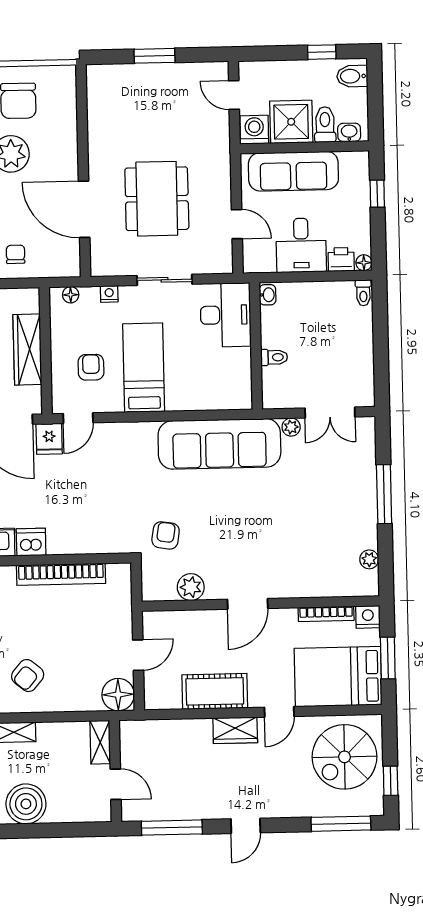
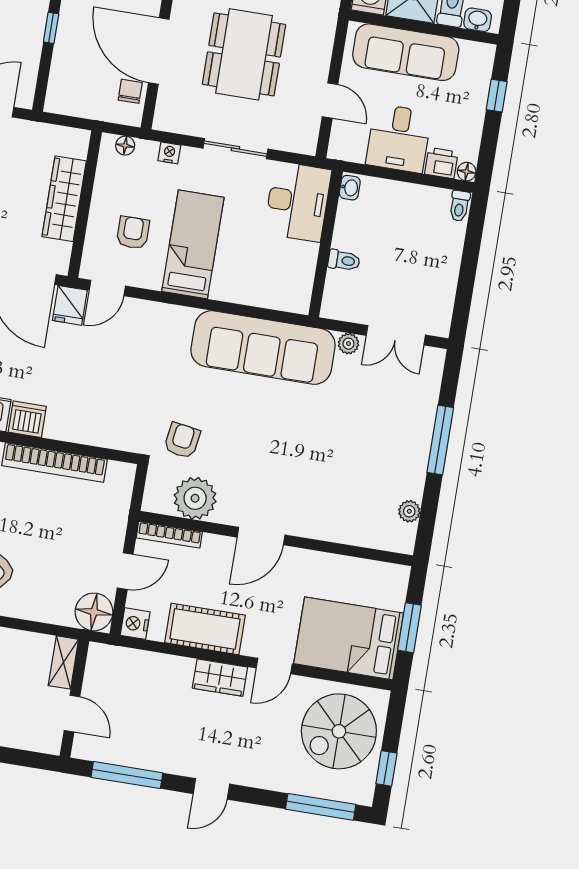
chair: (16, 254) -> (130, 91), moved
plant: (191, 587) -> (195, 498), width x1.36, depth x1.36
bookcase: (326, 614) -> (169, 535), moved
nightstand: (368, 617) -> (135, 624), moved, turned -90

